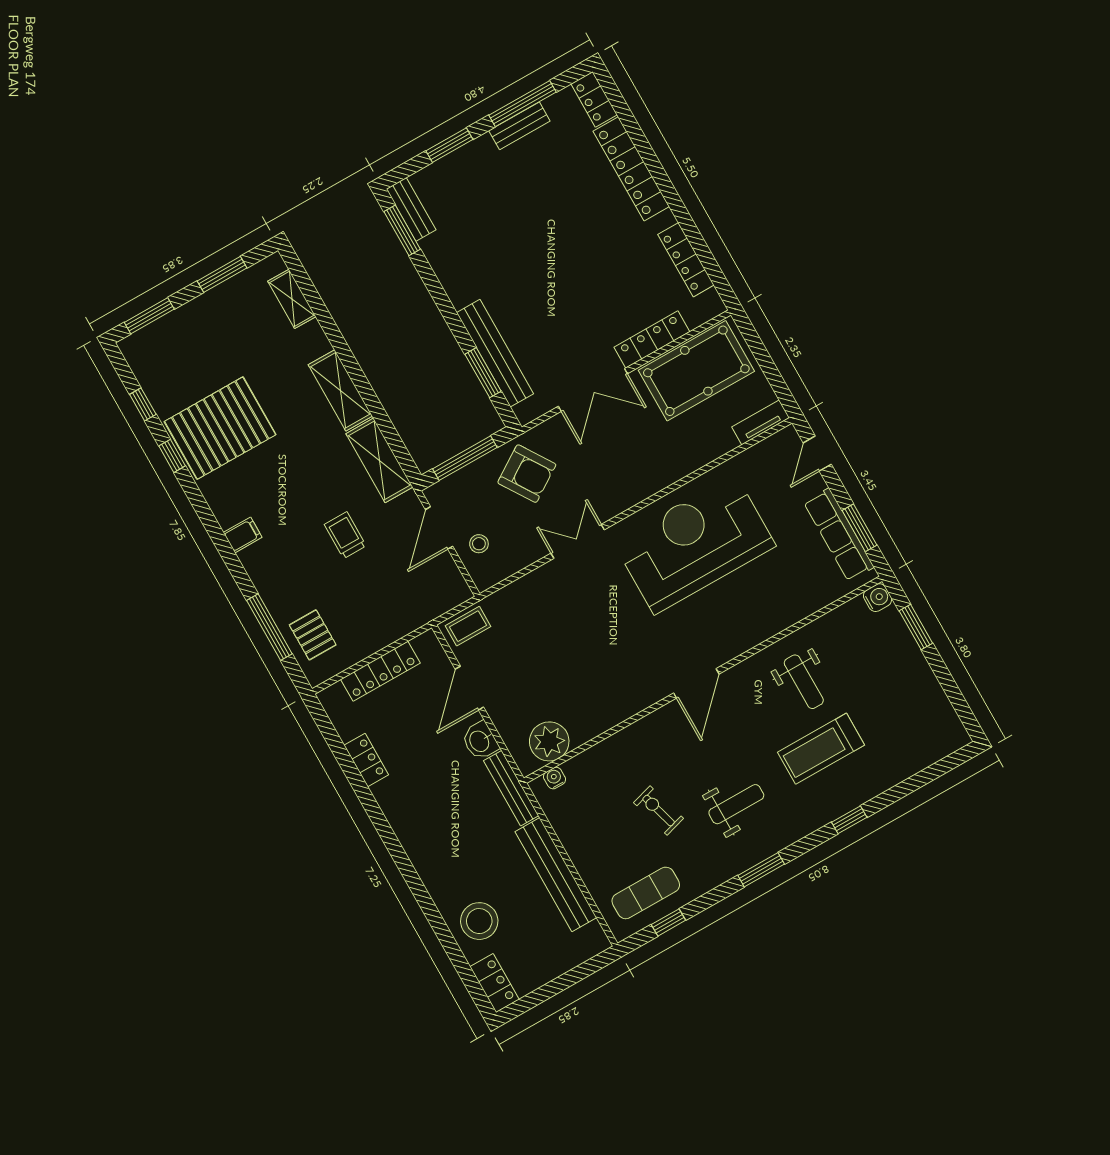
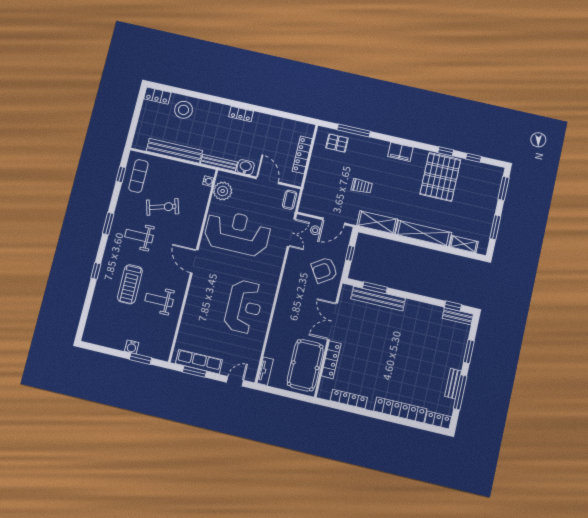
window: (402, 230) -> (453, 306), width x0.67
shelving: (340, 390) -> (423, 233), width x1.47
door: (817, 454) -> (235, 381), hinge flipped
window: (465, 458) -> (350, 253), width x0.46
door: (439, 528) -> (334, 221), swing flipped
filing cabinet: (243, 535) -> (400, 152), width x2.00
double door: (578, 541) -> (291, 233), moved
reception desk: (694, 544) -> (244, 307), width x0.74, depth x0.77
water cooler: (878, 598) -> (132, 347), moved
reception desk: (592, 659) -> (237, 233), added
treadmill: (821, 749) -> (130, 284), turned 180
locker: (366, 760) -> (241, 114), moved
weight bench: (736, 804) -> (139, 236), turned 90
exercise bike: (659, 811) -> (163, 207), width x1.38, depth x1.39

